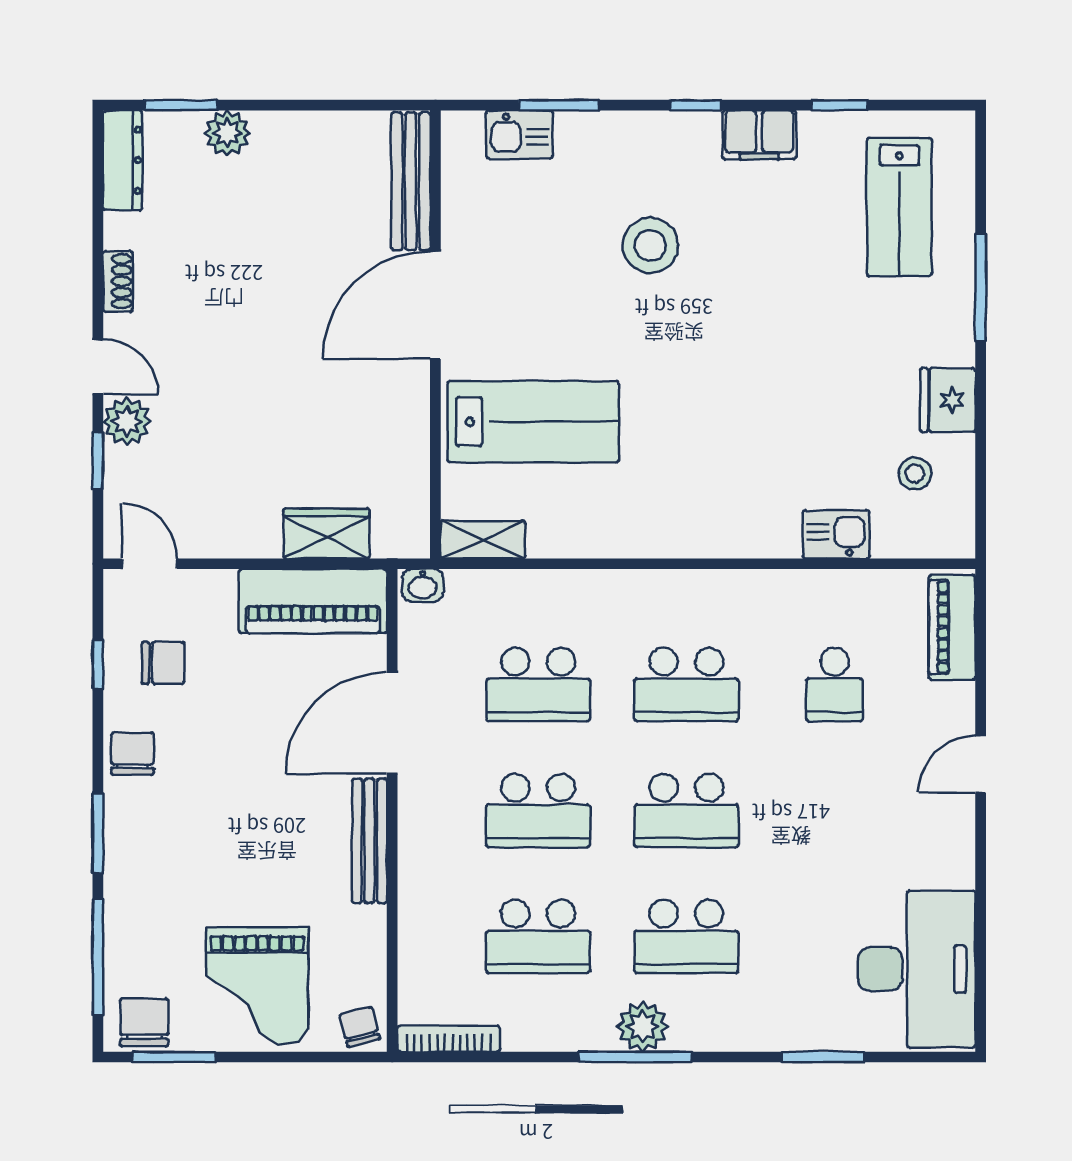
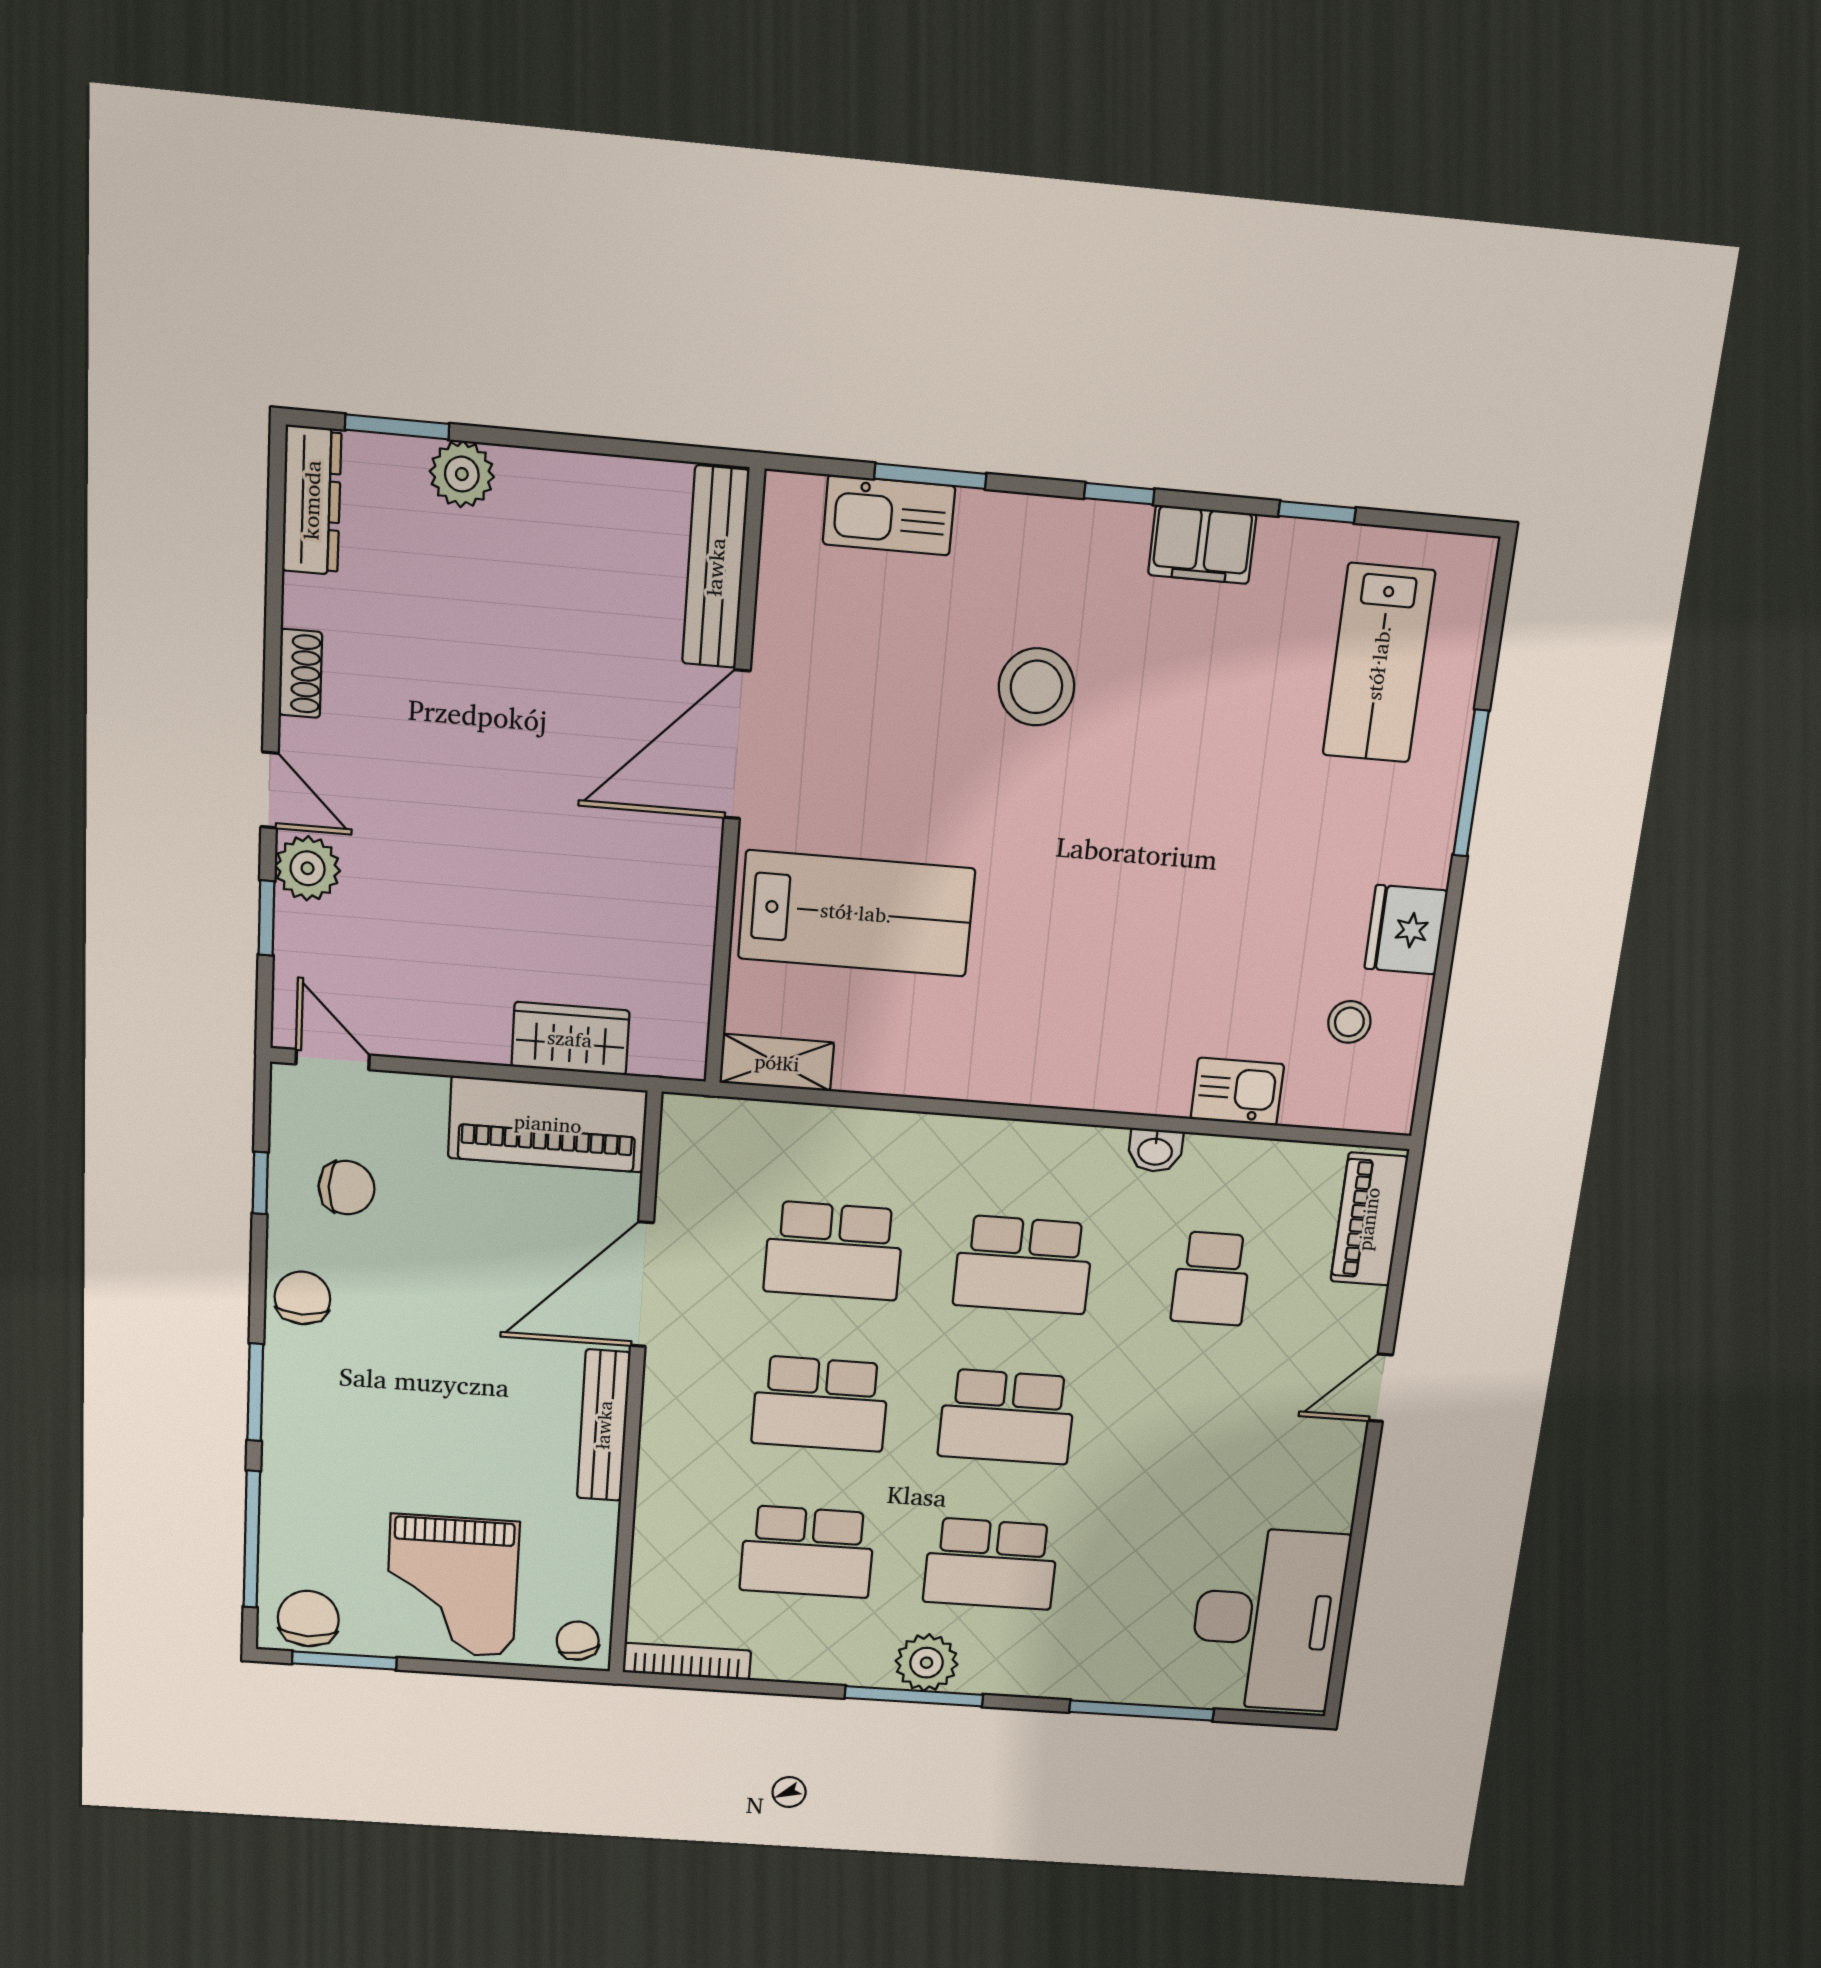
kitchen sink: (519, 134) -> (889, 515), width x1.38
washbasin: (423, 585) -> (1155, 1150), moved
window: (823, 1057) -> (1142, 1711), width x1.44

